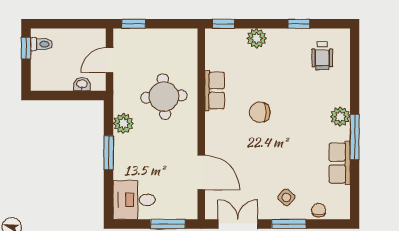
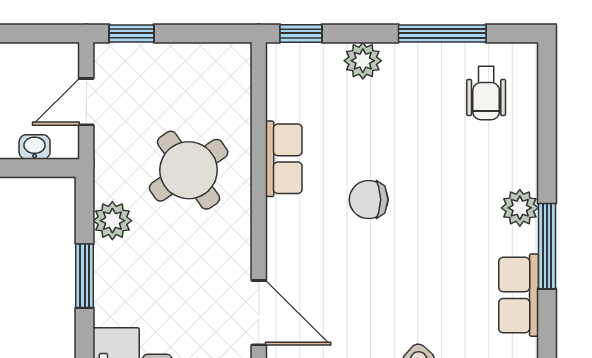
window: (299, 24) -> (442, 33), width x2.17
round table: (164, 97) -> (189, 170), turned -31

